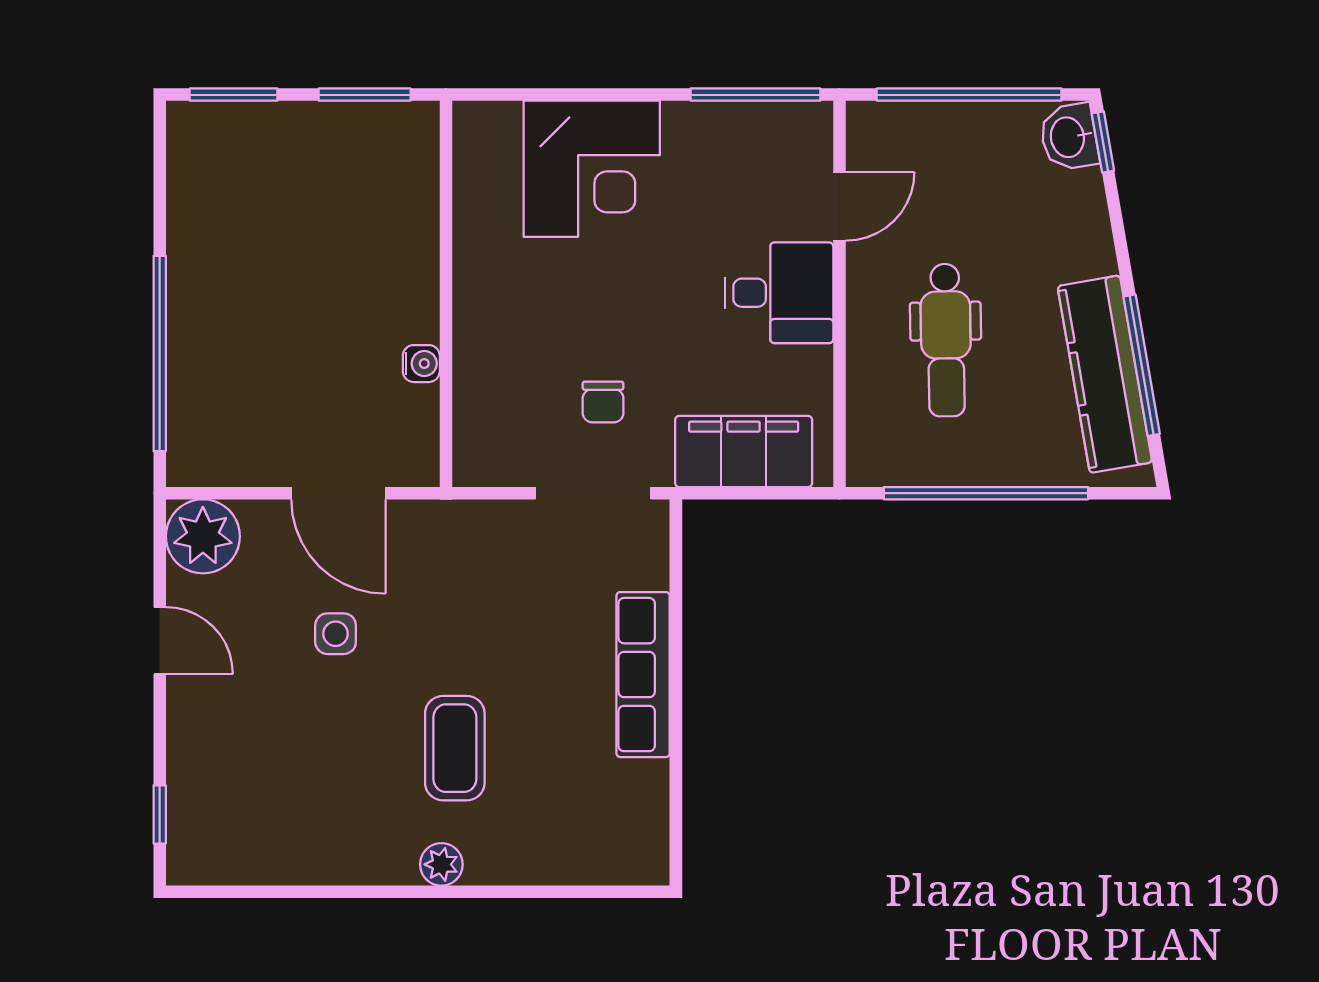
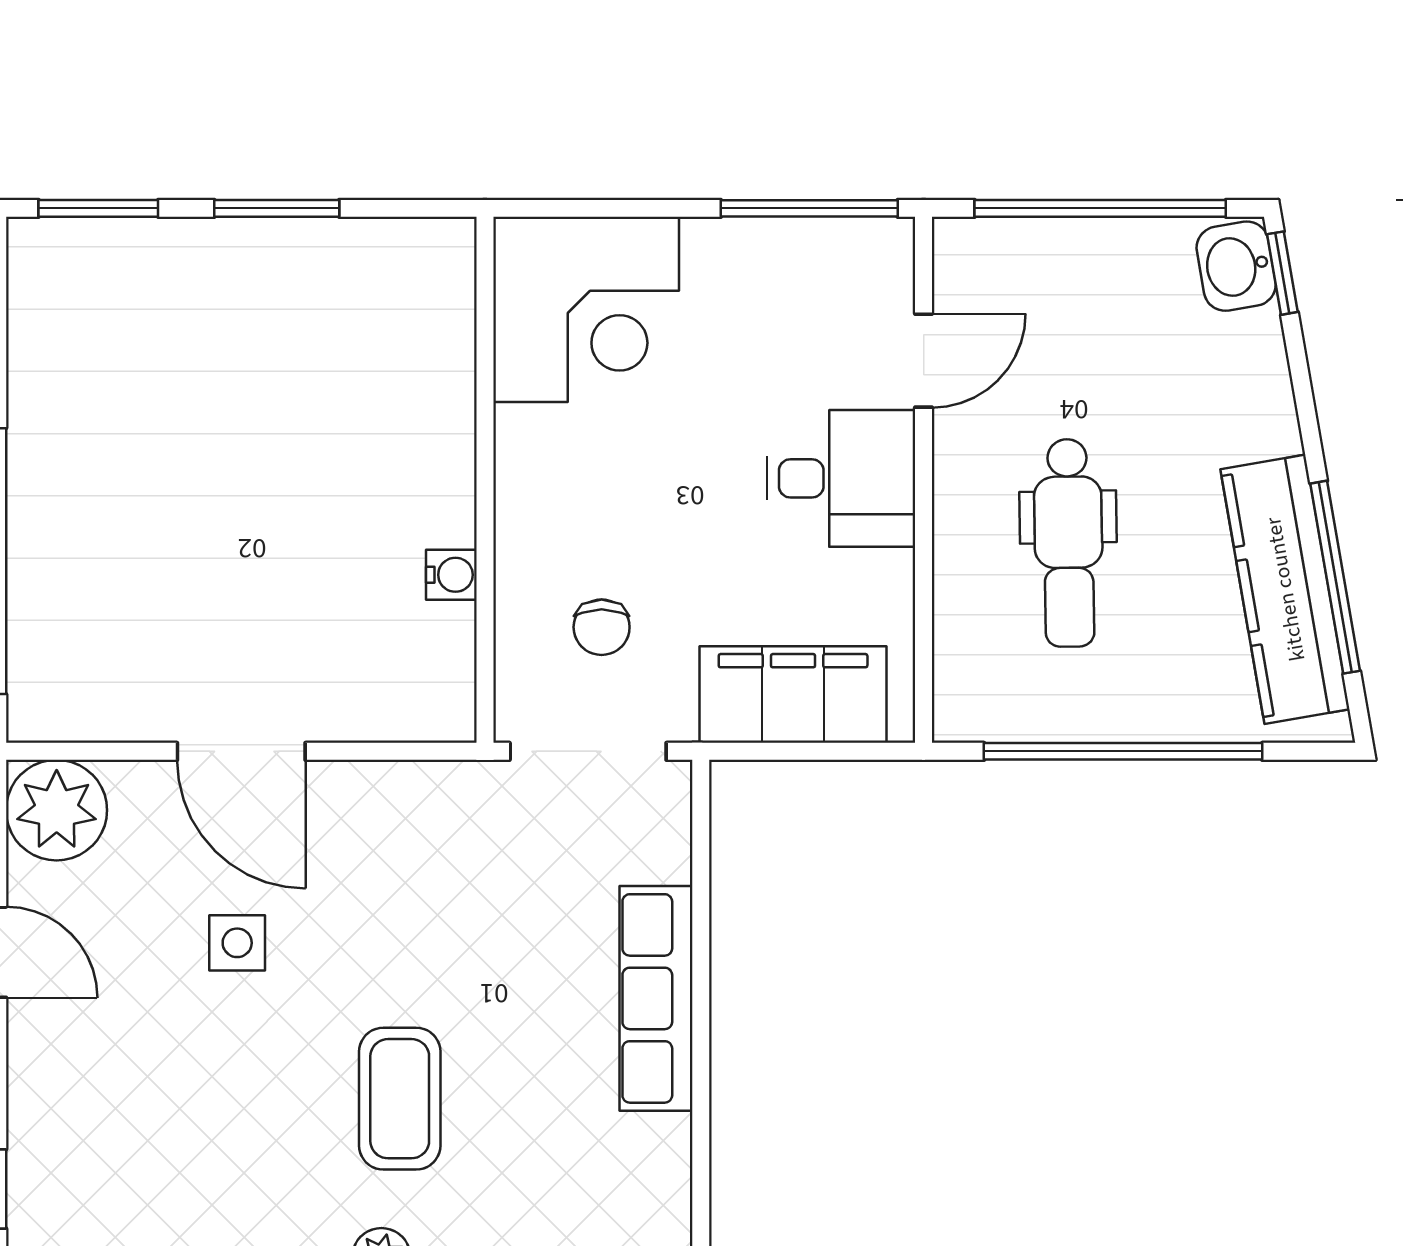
wall: (446, 294) -> (485, 480), moved
water cooler: (421, 364) -> (451, 575), moved

